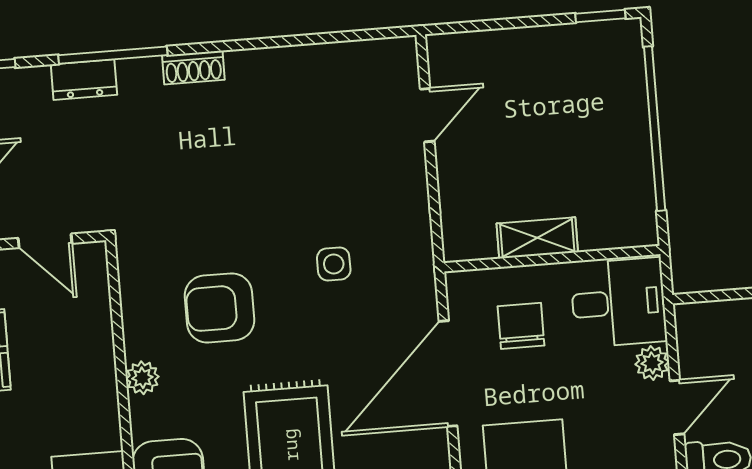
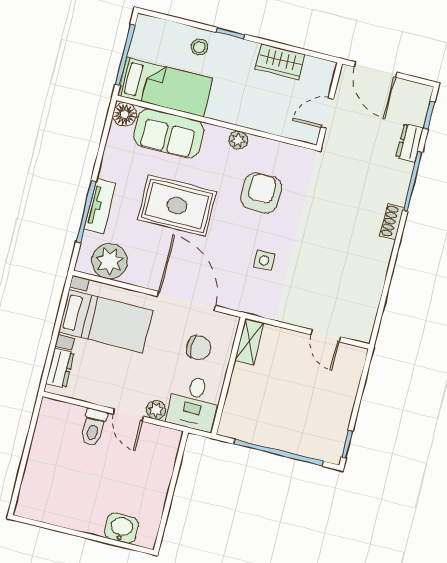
dresser: (84, 80) -> (410, 143), moved
shelving: (537, 238) -> (249, 342), moved

